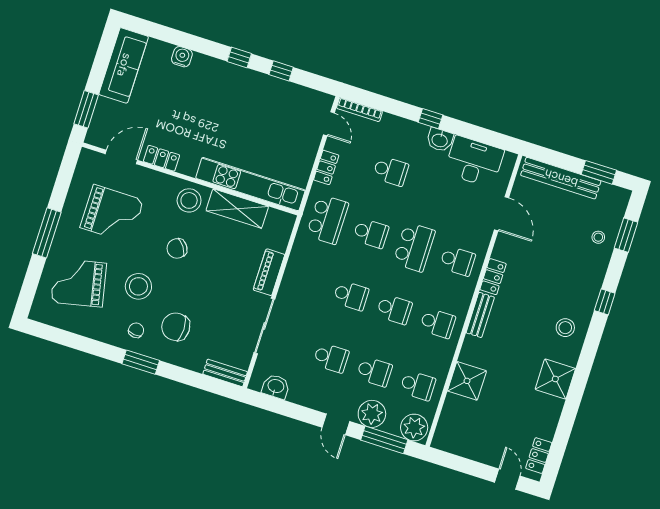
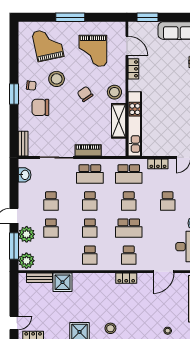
bench: (480, 315) -> (40, 278), moved
chair: (176, 327) -> (40, 107), turned -90
school desk: (418, 385) -> (90, 174), moved, width x1.85

